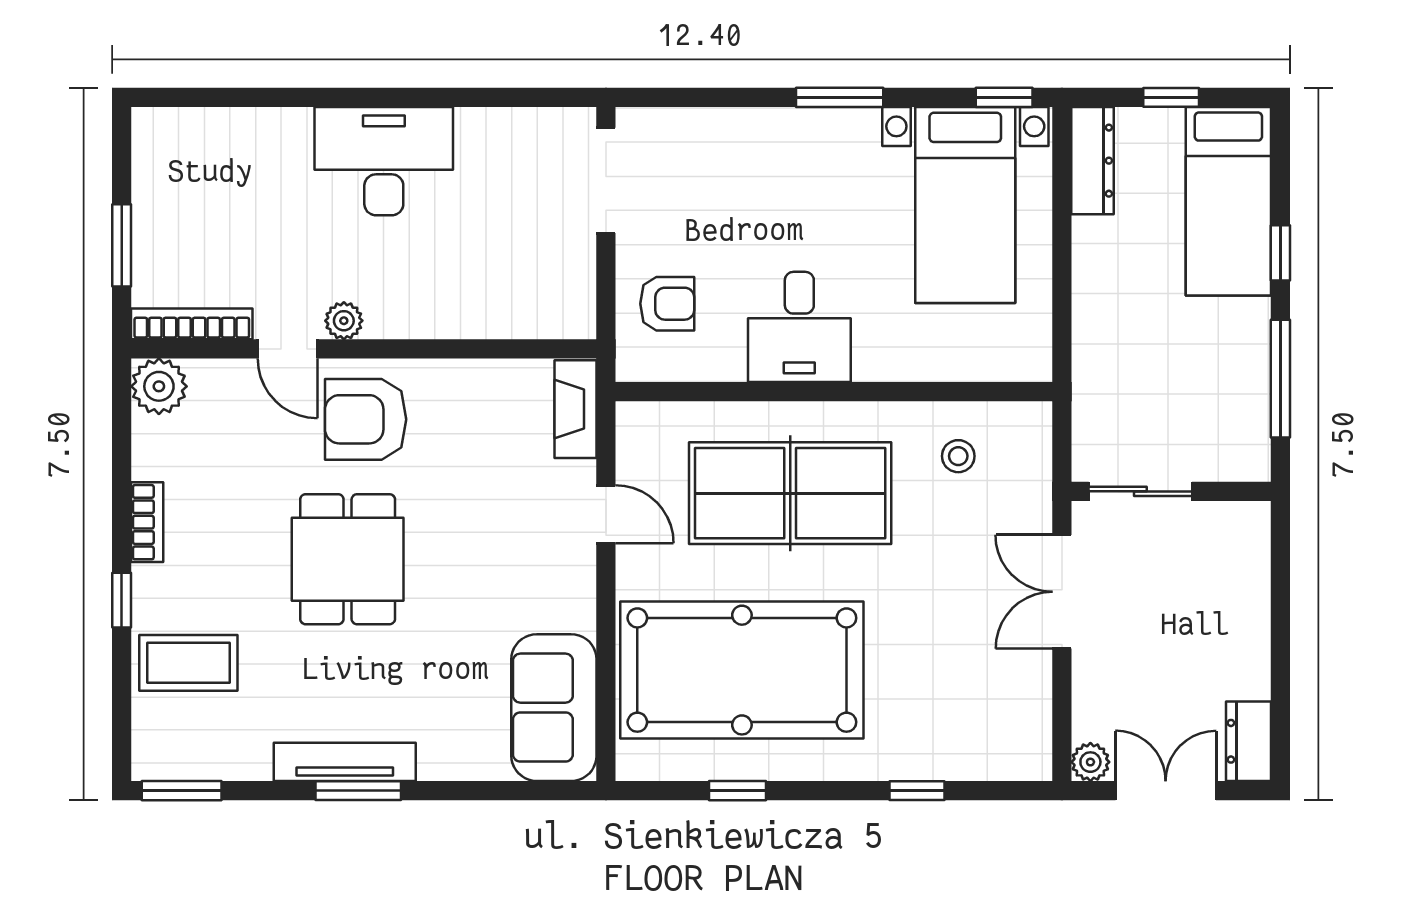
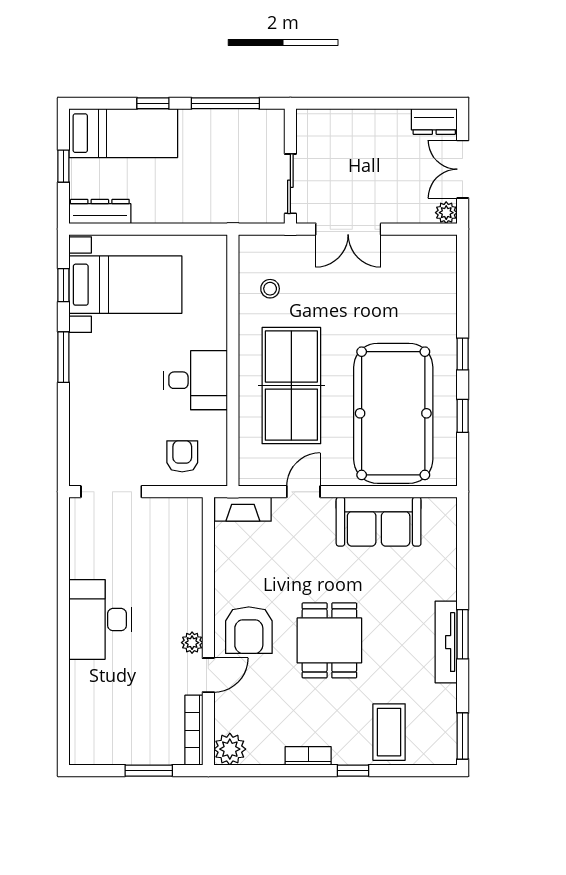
window: (1004, 97) -> (63, 285), moved
dining table: (348, 559) -> (329, 640), turned 90
sofa: (554, 708) -> (379, 522), moved
window: (917, 791) -> (463, 354), moved

